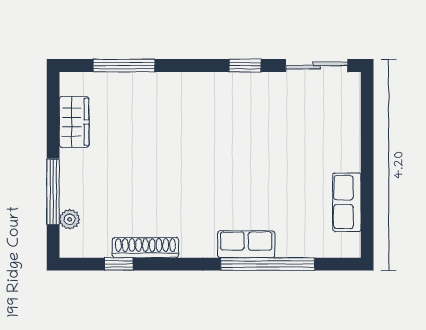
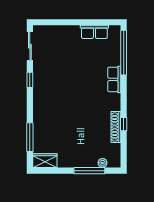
wardrobe: (74, 122) -> (45, 161), moved
window: (119, 264) -> (124, 124), moved
window: (268, 264) -> (124, 53), moved

